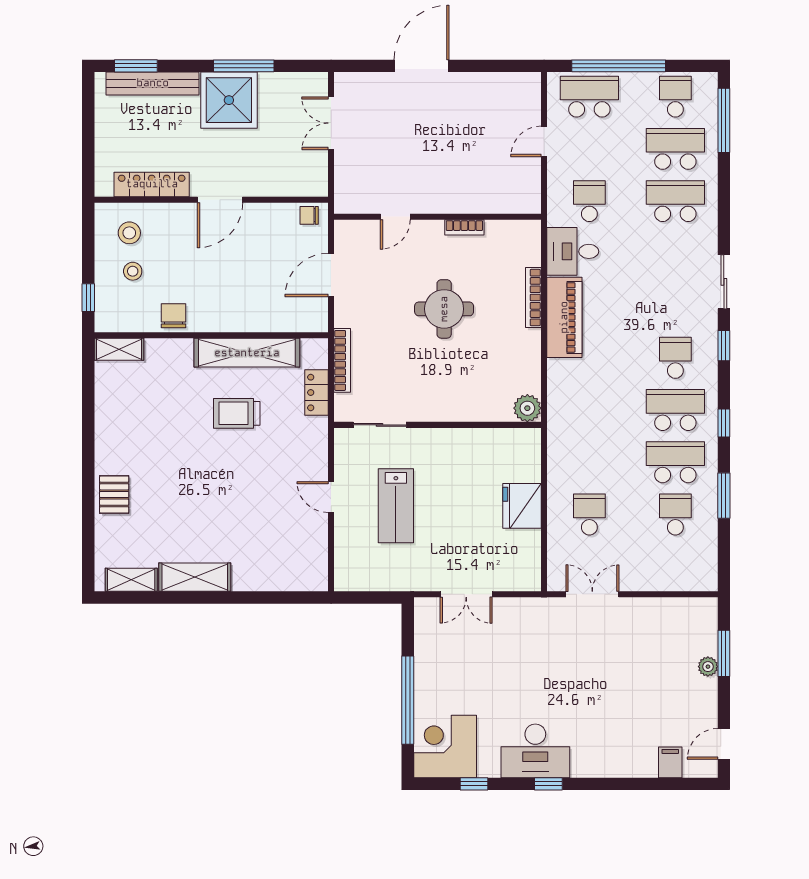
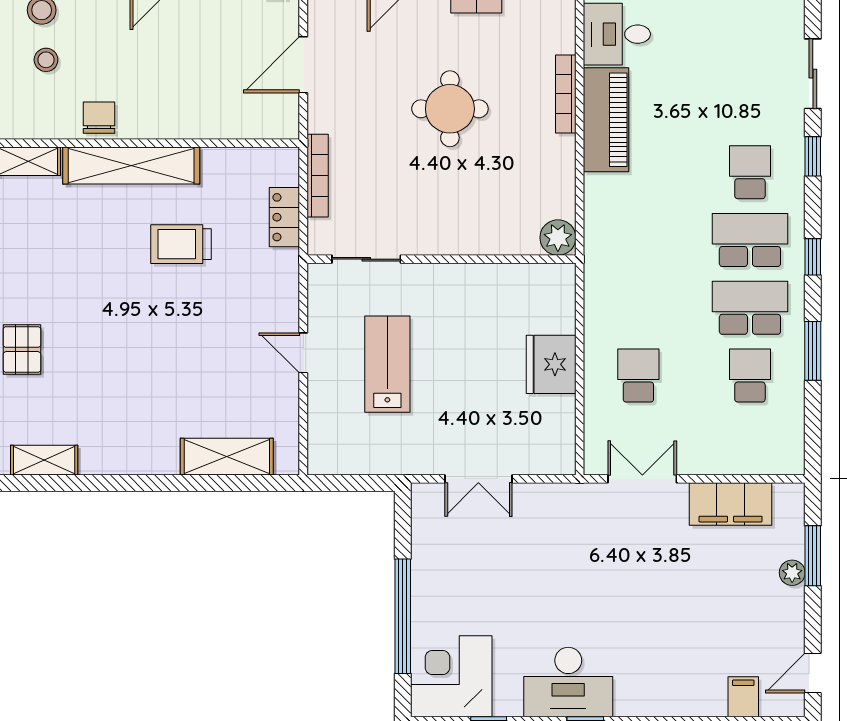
shelving: (247, 353) -> (131, 165), moved
lab bench: (396, 506) -> (387, 364), turned 180
shelving: (195, 577) -> (227, 457), moved
filing cabinet: (660, 614) -> (731, 504), added

